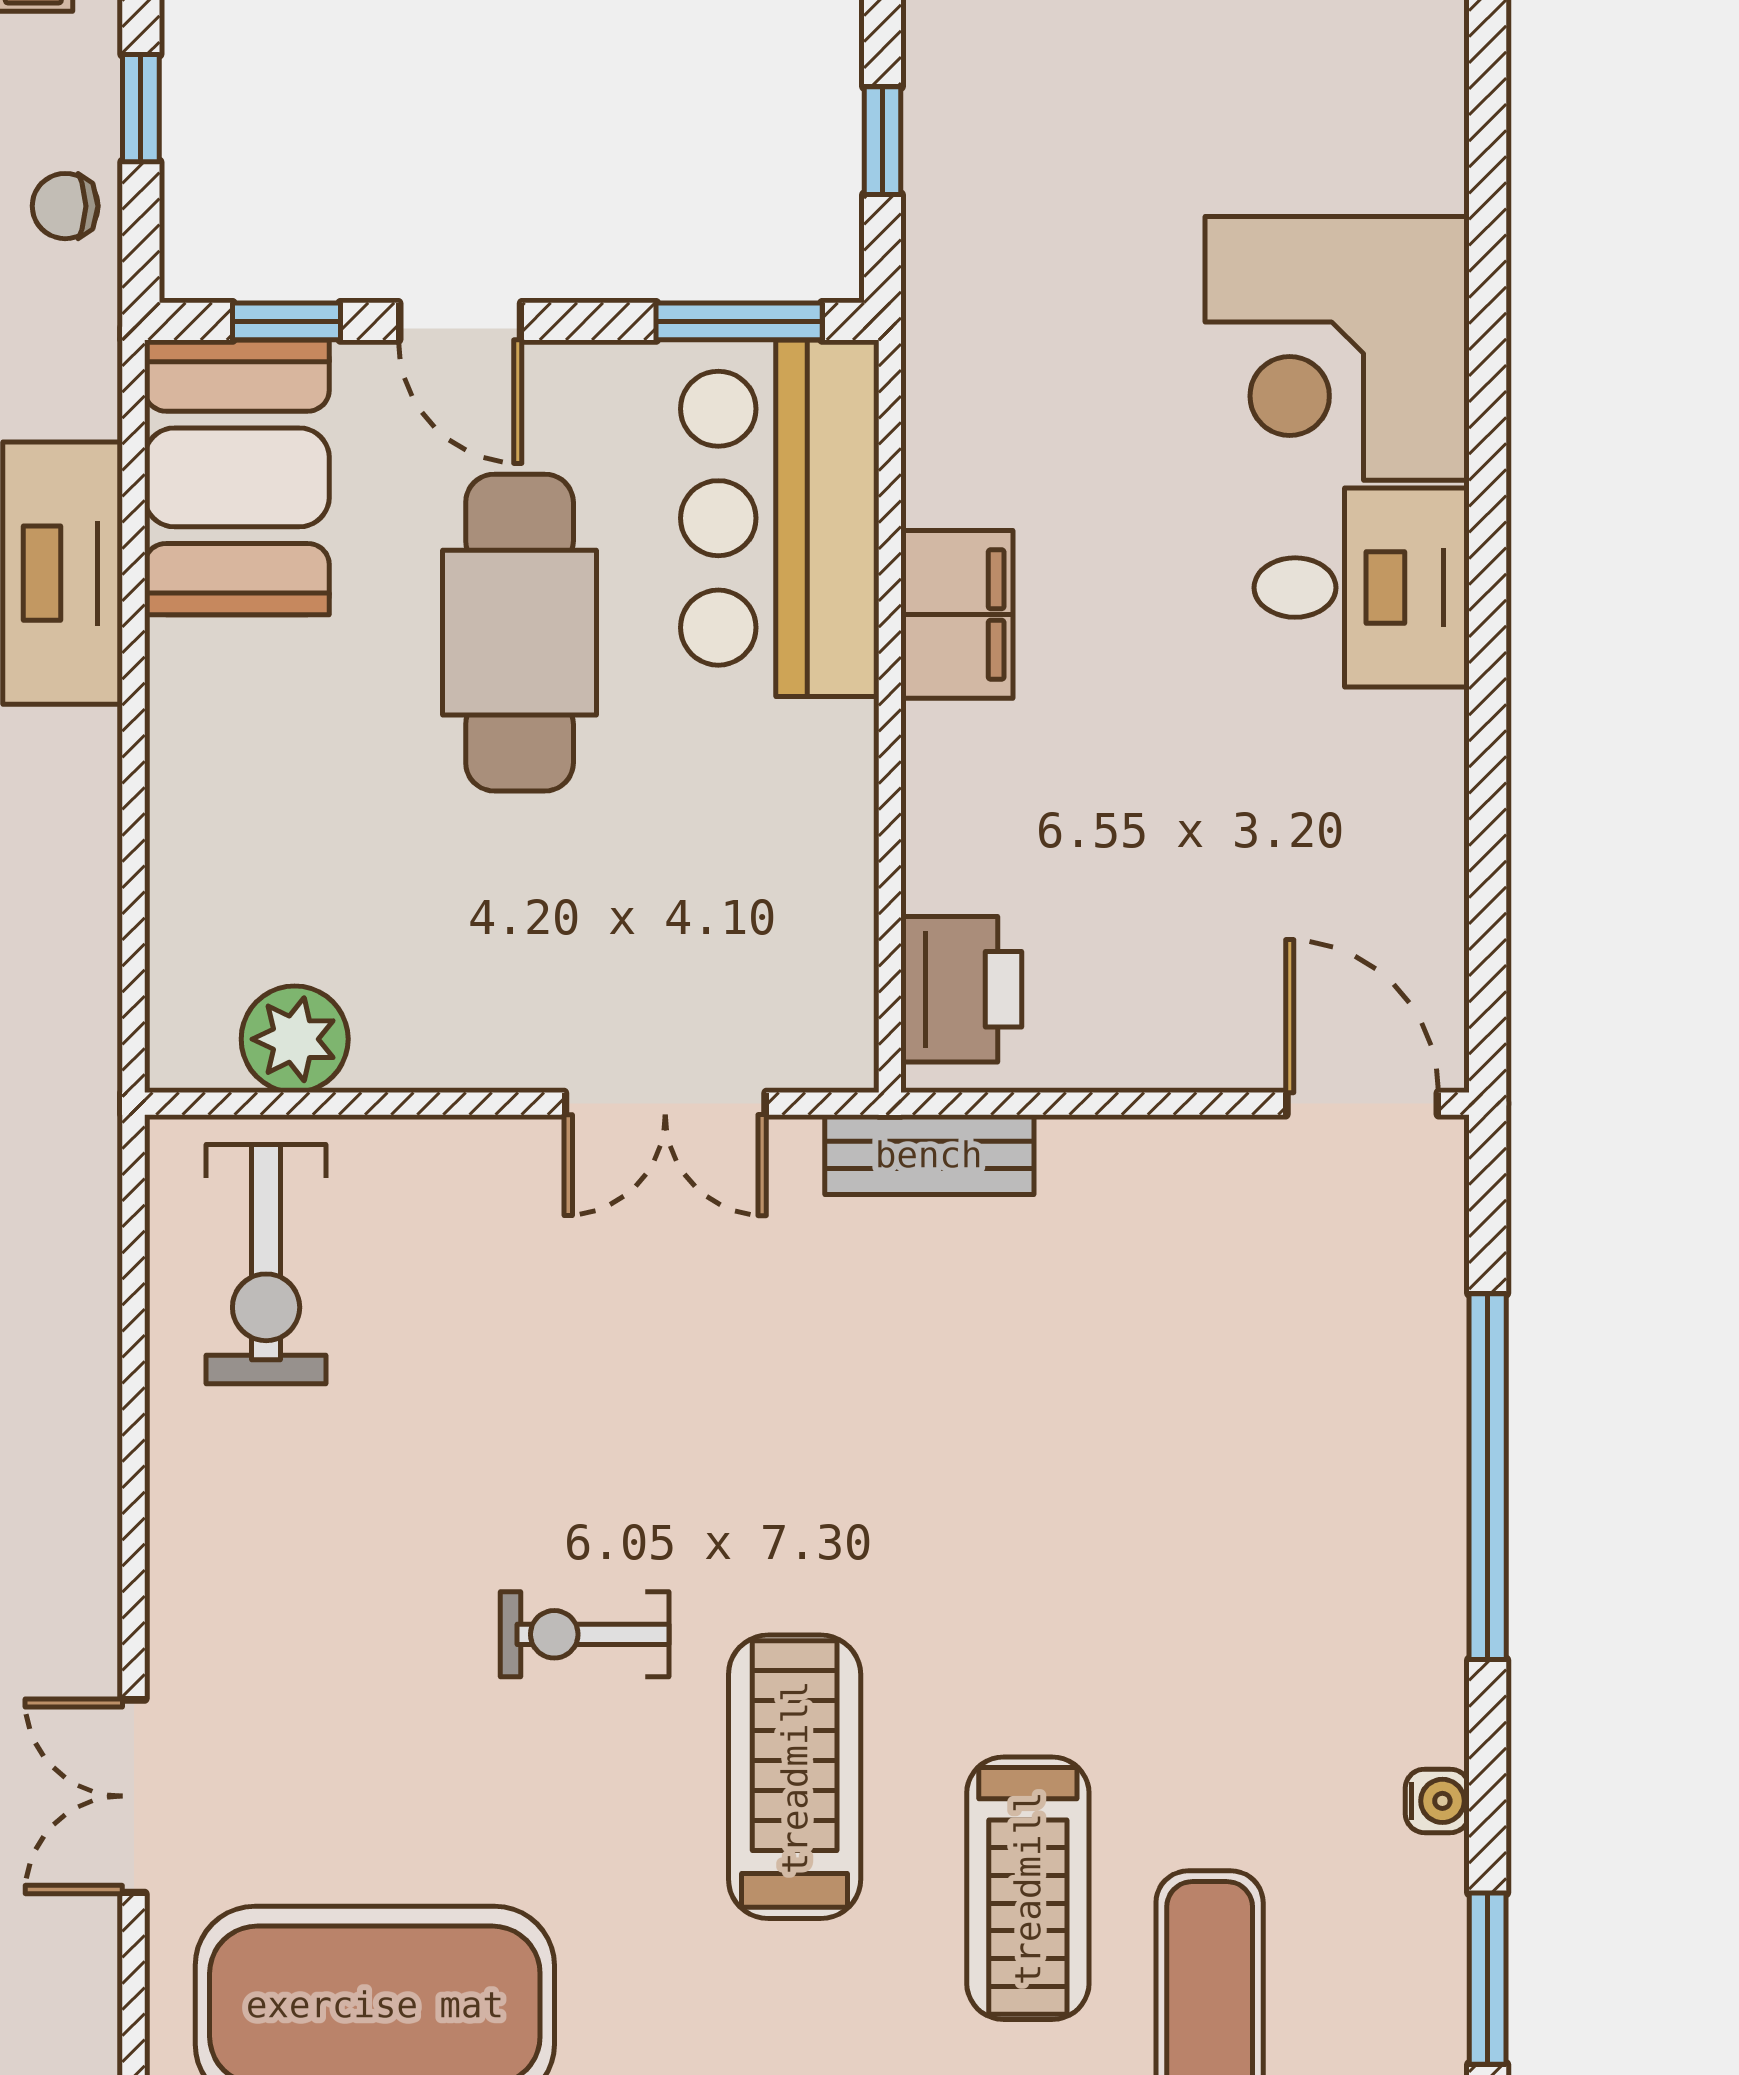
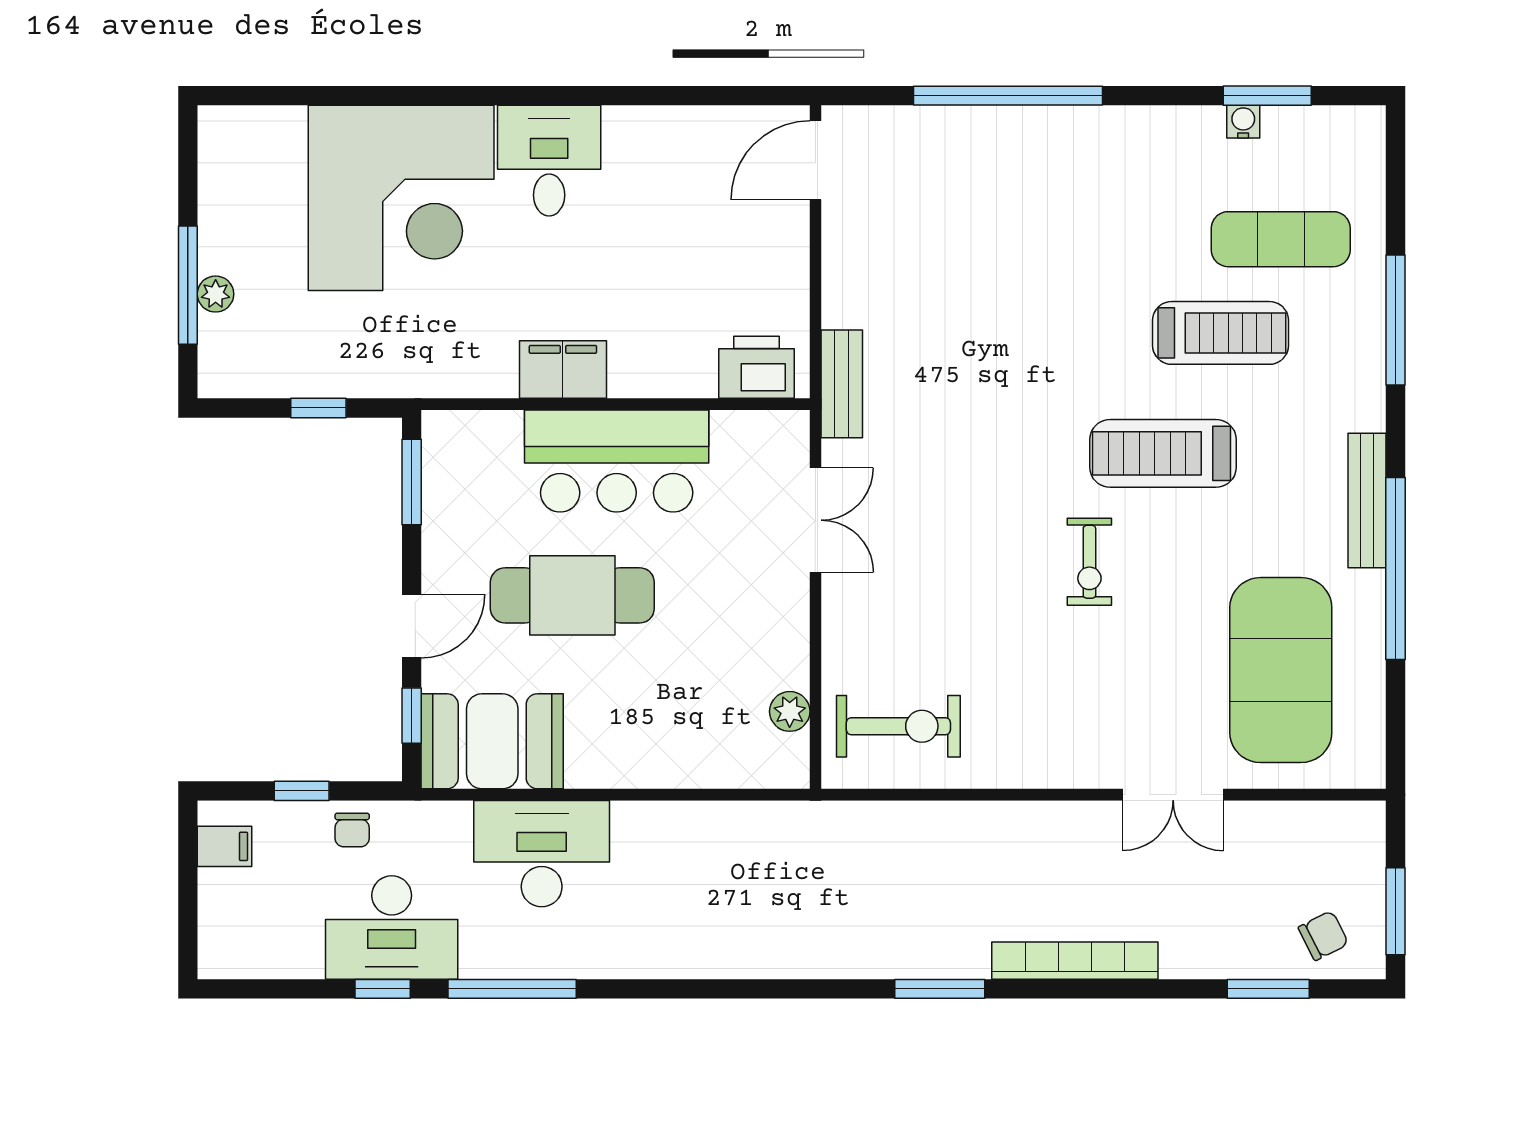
corner desk: (1337, 348) -> (401, 198), width x1.36, depth x1.36
bar counter: (780, 518) -> (617, 461), moved
plant: (295, 1039) -> (790, 711), width x0.73, depth x0.73
water cooler: (1437, 1801) -> (1243, 122), moved

